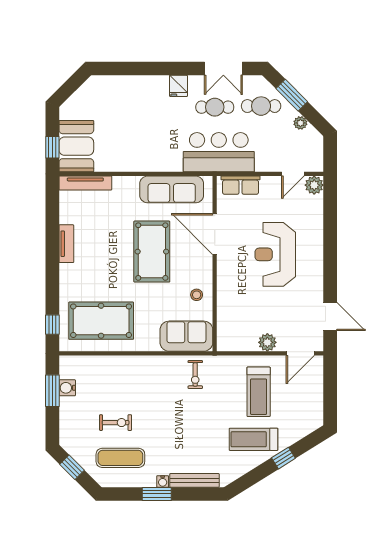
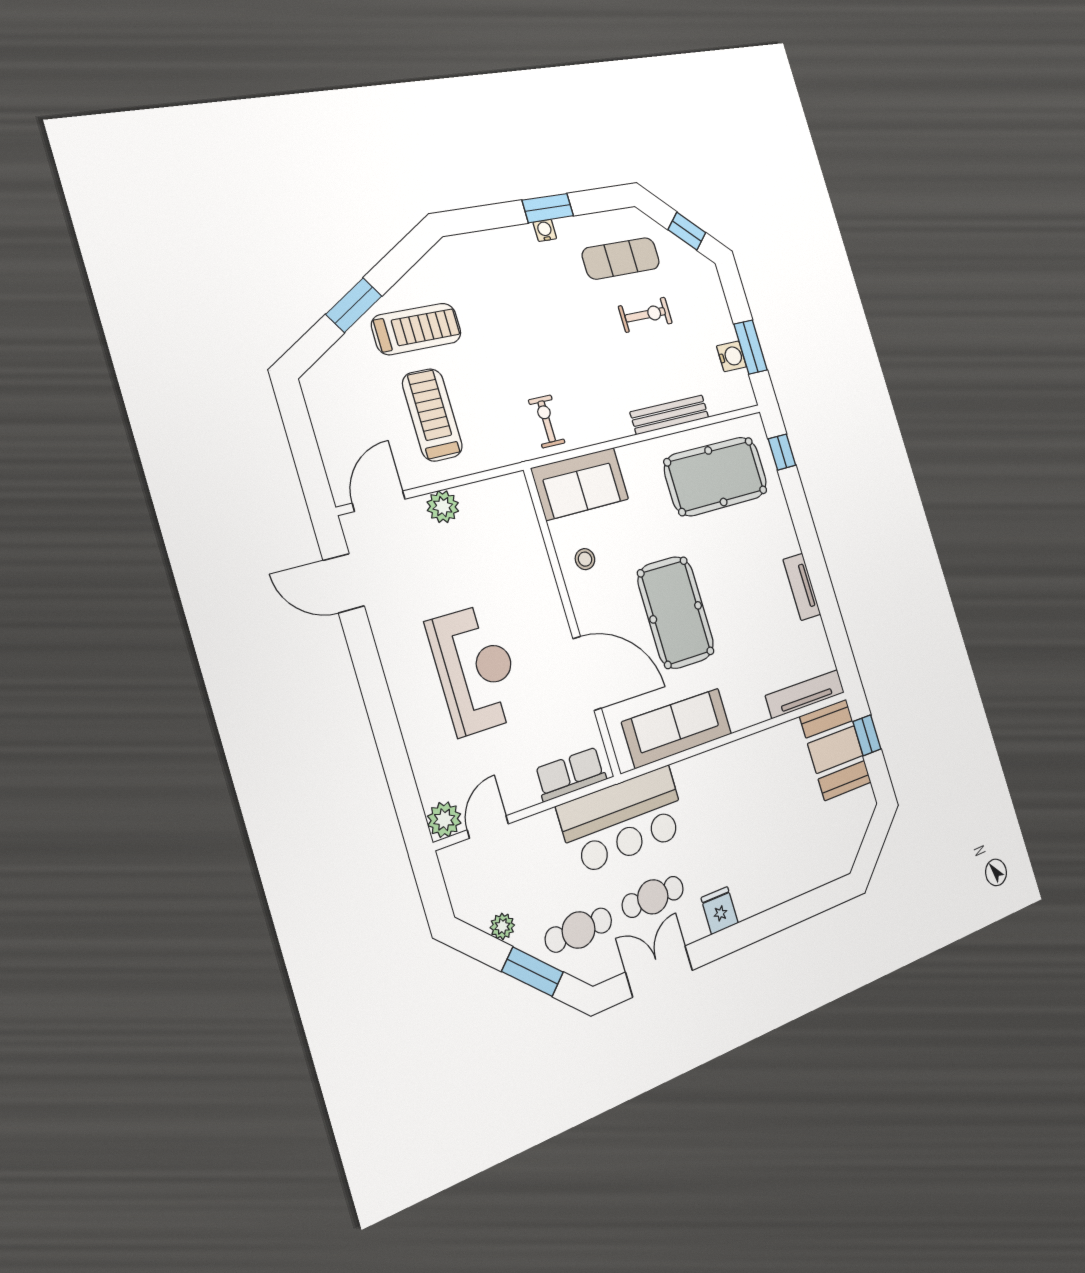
exercise bike: (116, 423) -> (645, 315), turned 180
window: (283, 458) -> (354, 305), width x1.50
bench: (194, 480) -> (670, 415), moved

